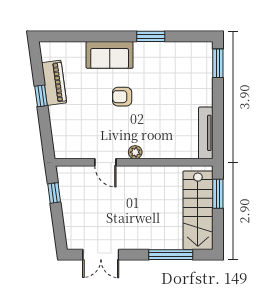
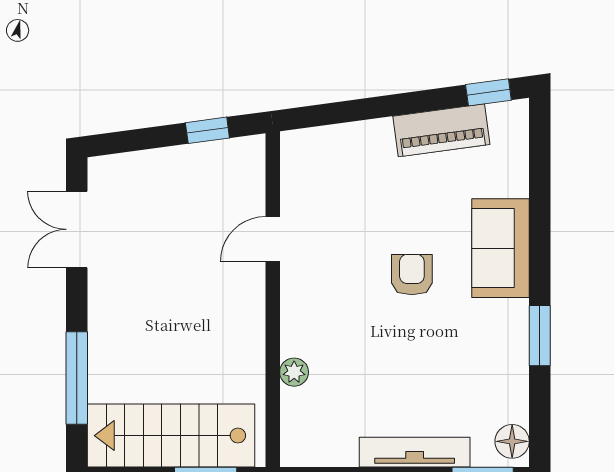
floor lamp: (201, 49) -> (512, 441), added
window: (41, 96) -> (488, 92), moved
tv unit: (206, 133) -> (415, 452), moved
plant: (135, 152) -> (294, 372), moved

